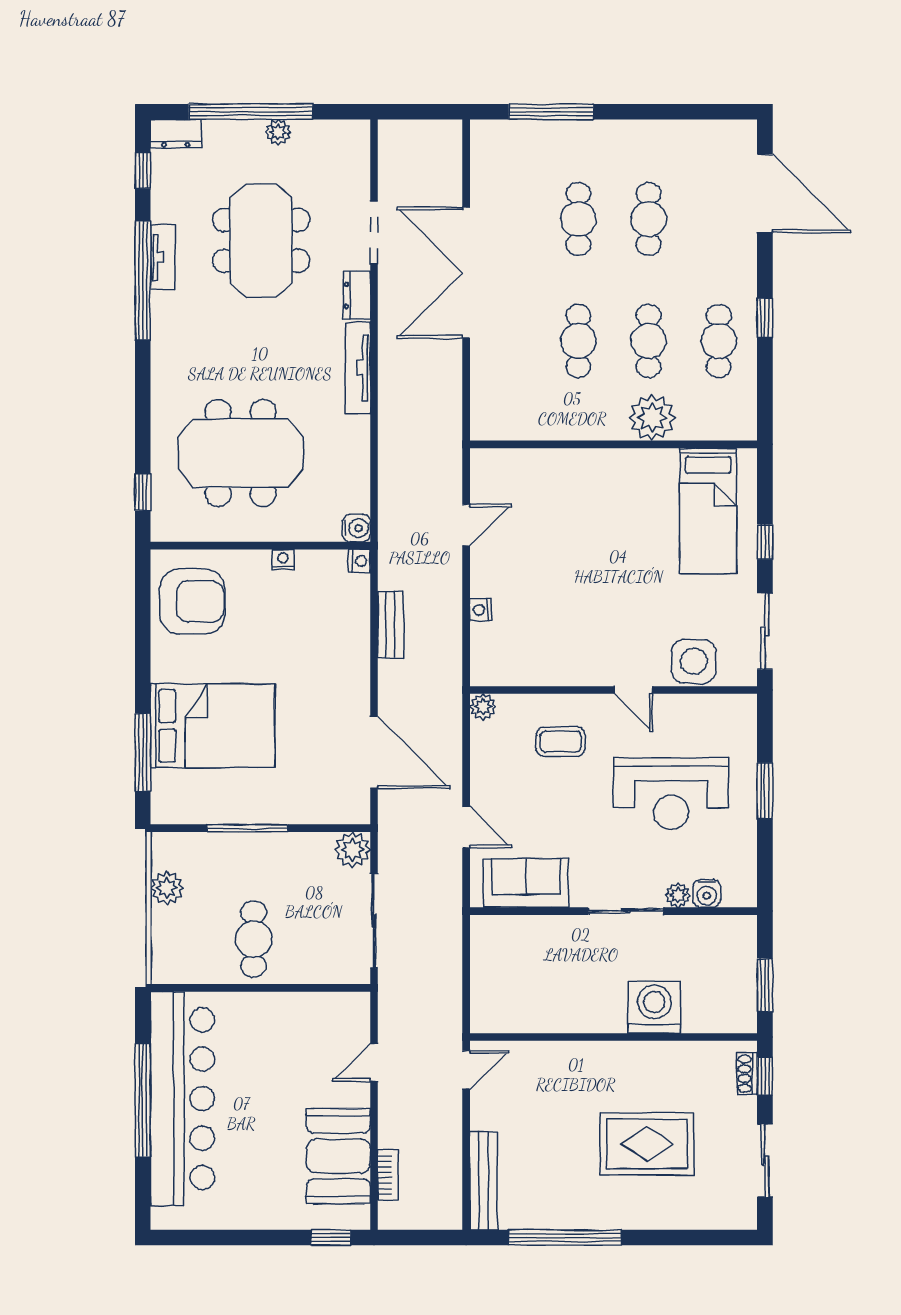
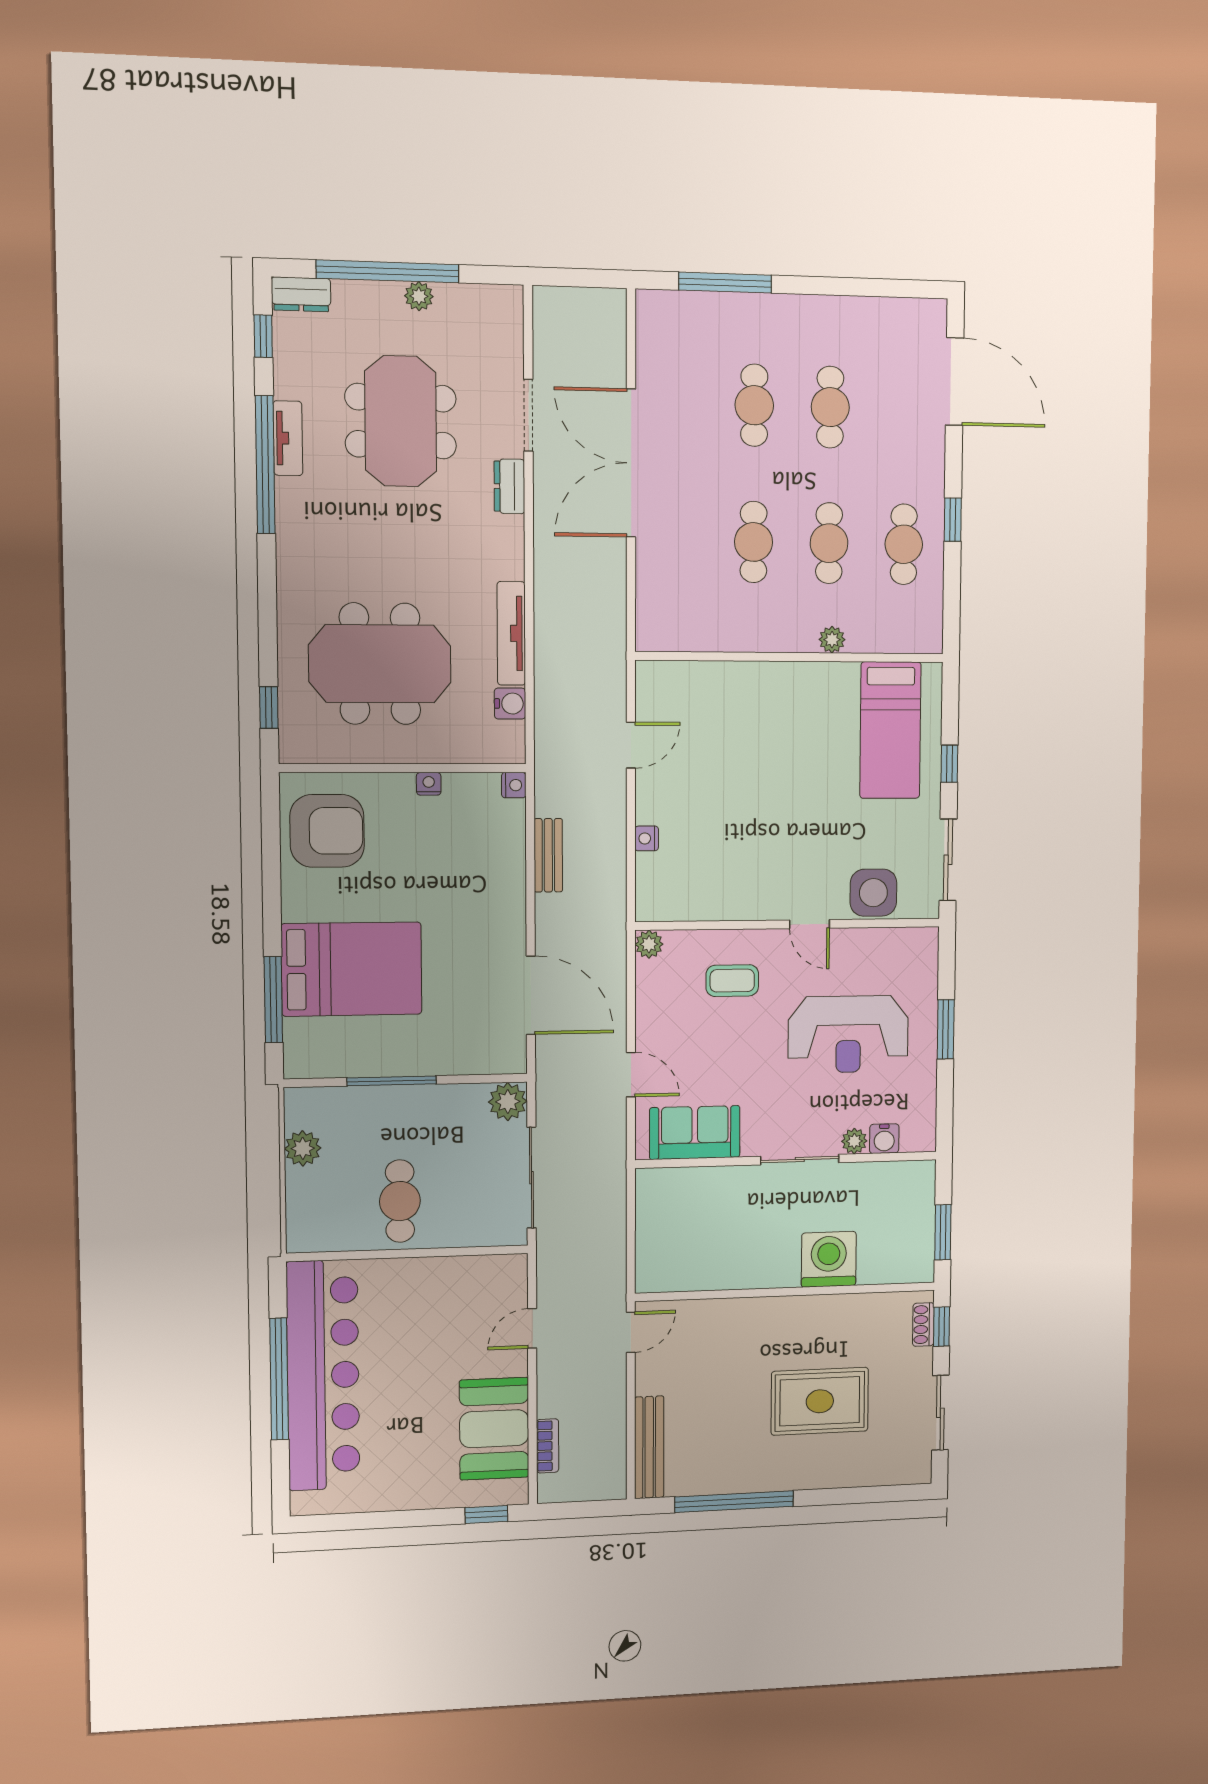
tv unit: (358, 368) -> (511, 633), moved
plant: (652, 417) -> (832, 640), width x0.53, depth x0.53
water cooler: (356, 528) -> (510, 704), moved

